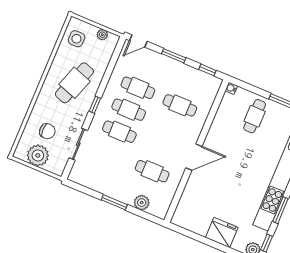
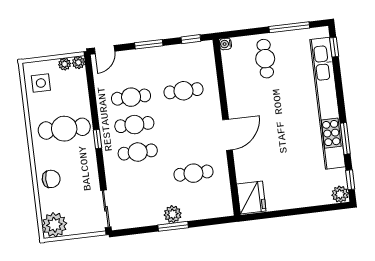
plant: (113, 39) -> (78, 62), added
cafe table: (74, 83) -> (64, 129), turned 72
chair: (47, 131) -> (51, 179), moved
sliding door: (78, 144) -> (106, 209), moved
plant: (38, 155) -> (54, 225), moved
plant: (142, 203) -> (173, 214), moved
fridge: (222, 232) -> (251, 197), moved, turned 90

